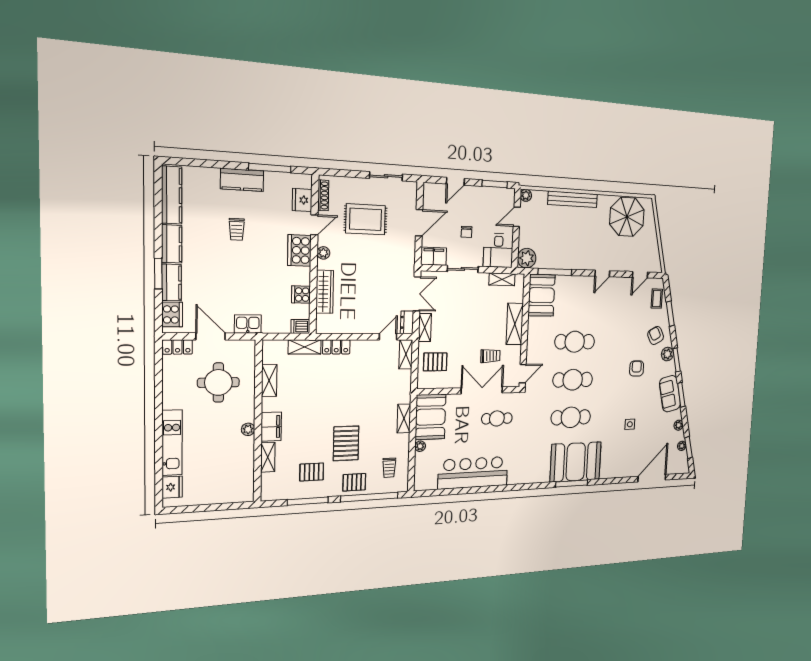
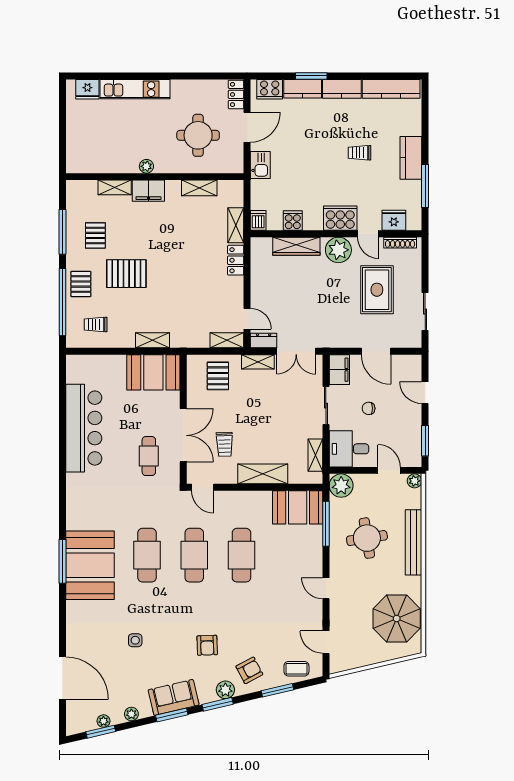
round table: (567, 238) -> (367, 538), added
plant: (323, 253) -> (338, 250), width x1.88, depth x1.88
armchair: (637, 368) -> (207, 645), turned 88
plant: (420, 446) -> (119, 361), removed

